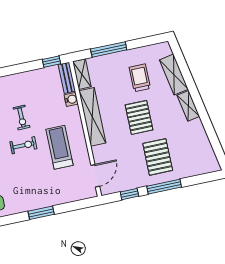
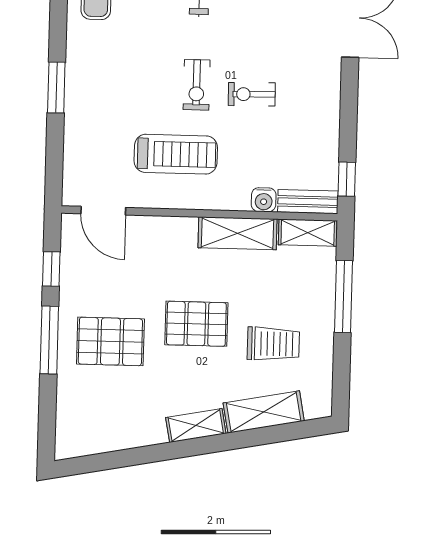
shelving: (92, 117) -> (238, 233), width x0.68

